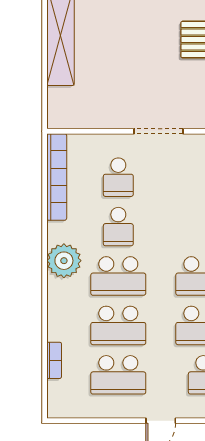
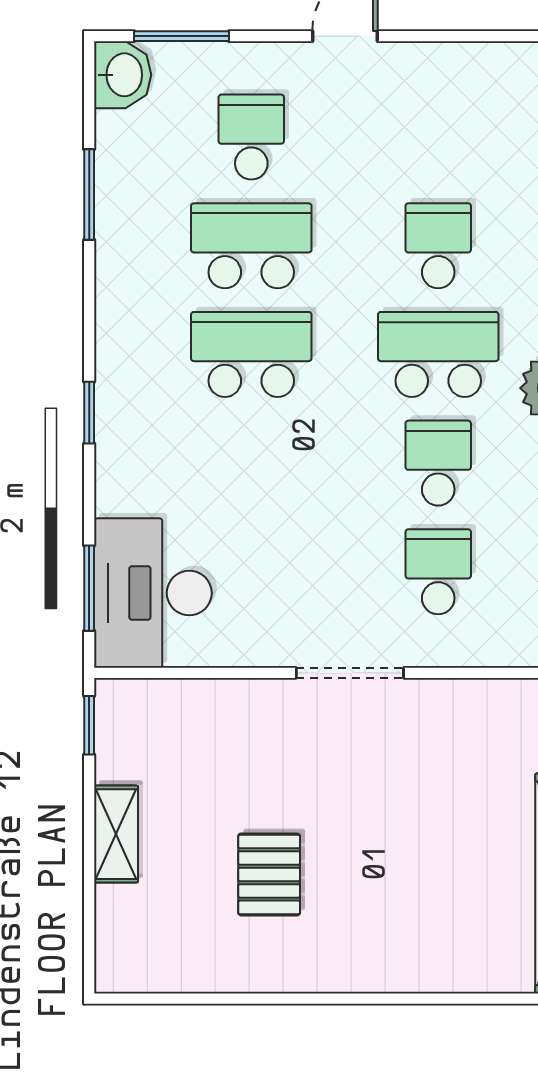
school desk: (118, 325) -> (438, 246), width x0.54
school desk: (118, 375) -> (438, 137), removed

